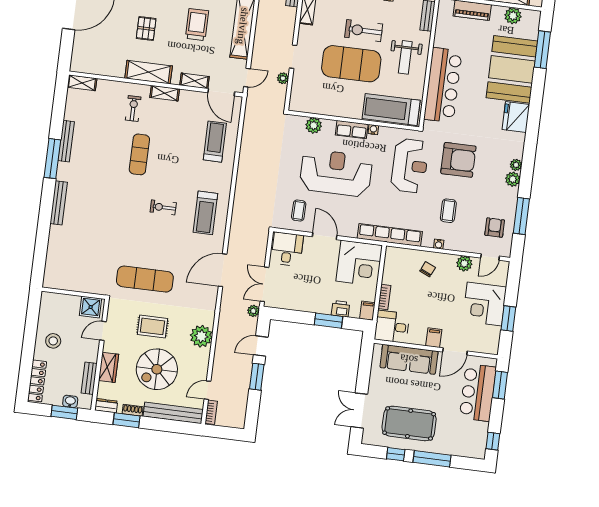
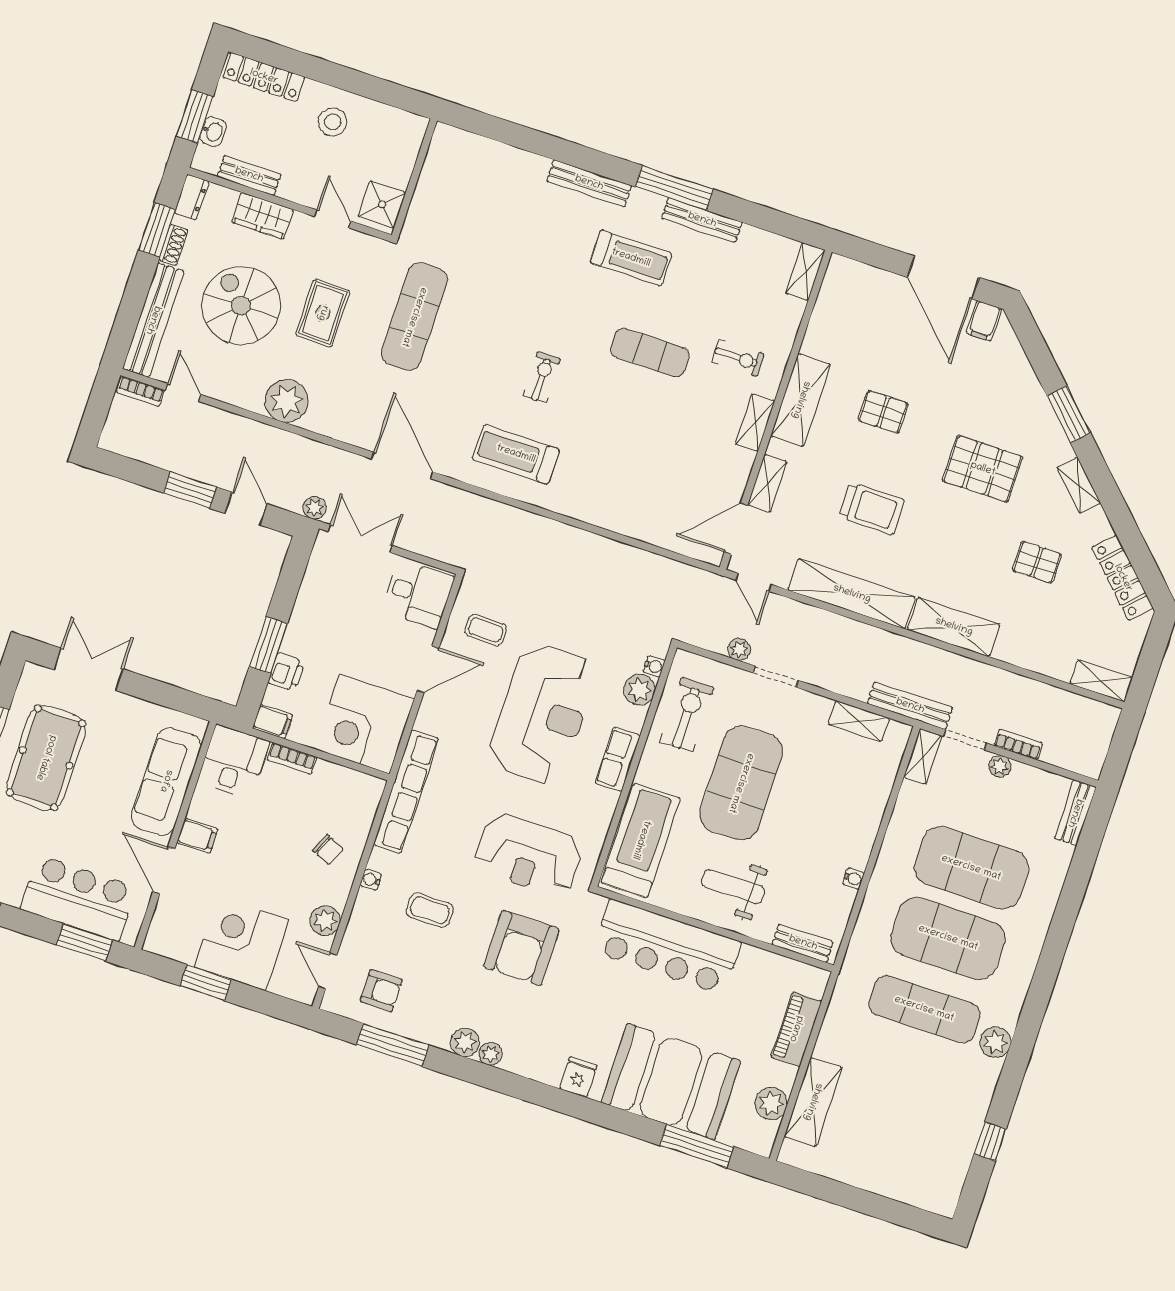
exercise bike: (364, 31) -> (687, 715), moved
fridge: (516, 117) -> (578, 1077), width x0.53, depth x0.75
water cooler: (373, 130) -> (654, 666), moved
treadmill: (215, 142) -> (631, 258), moved

